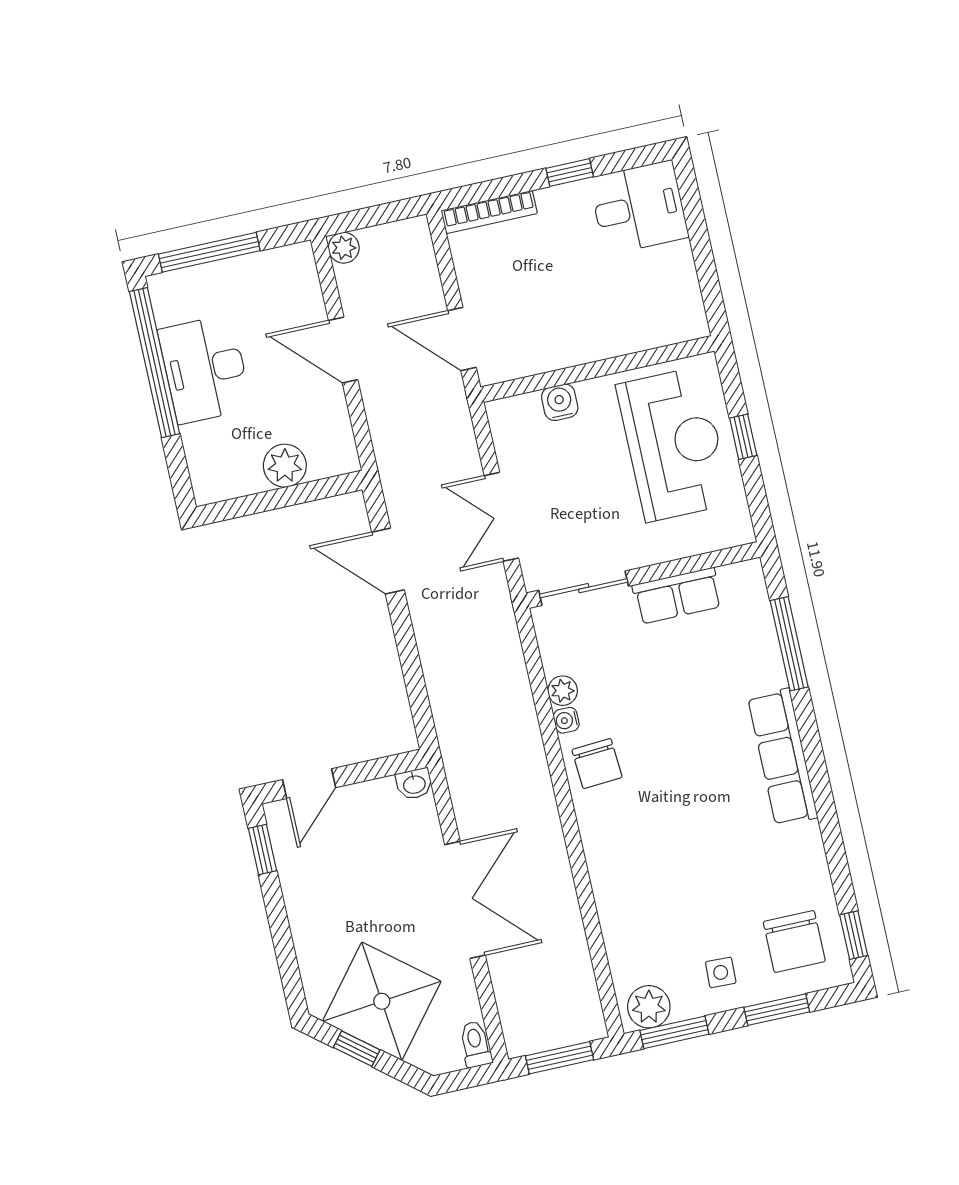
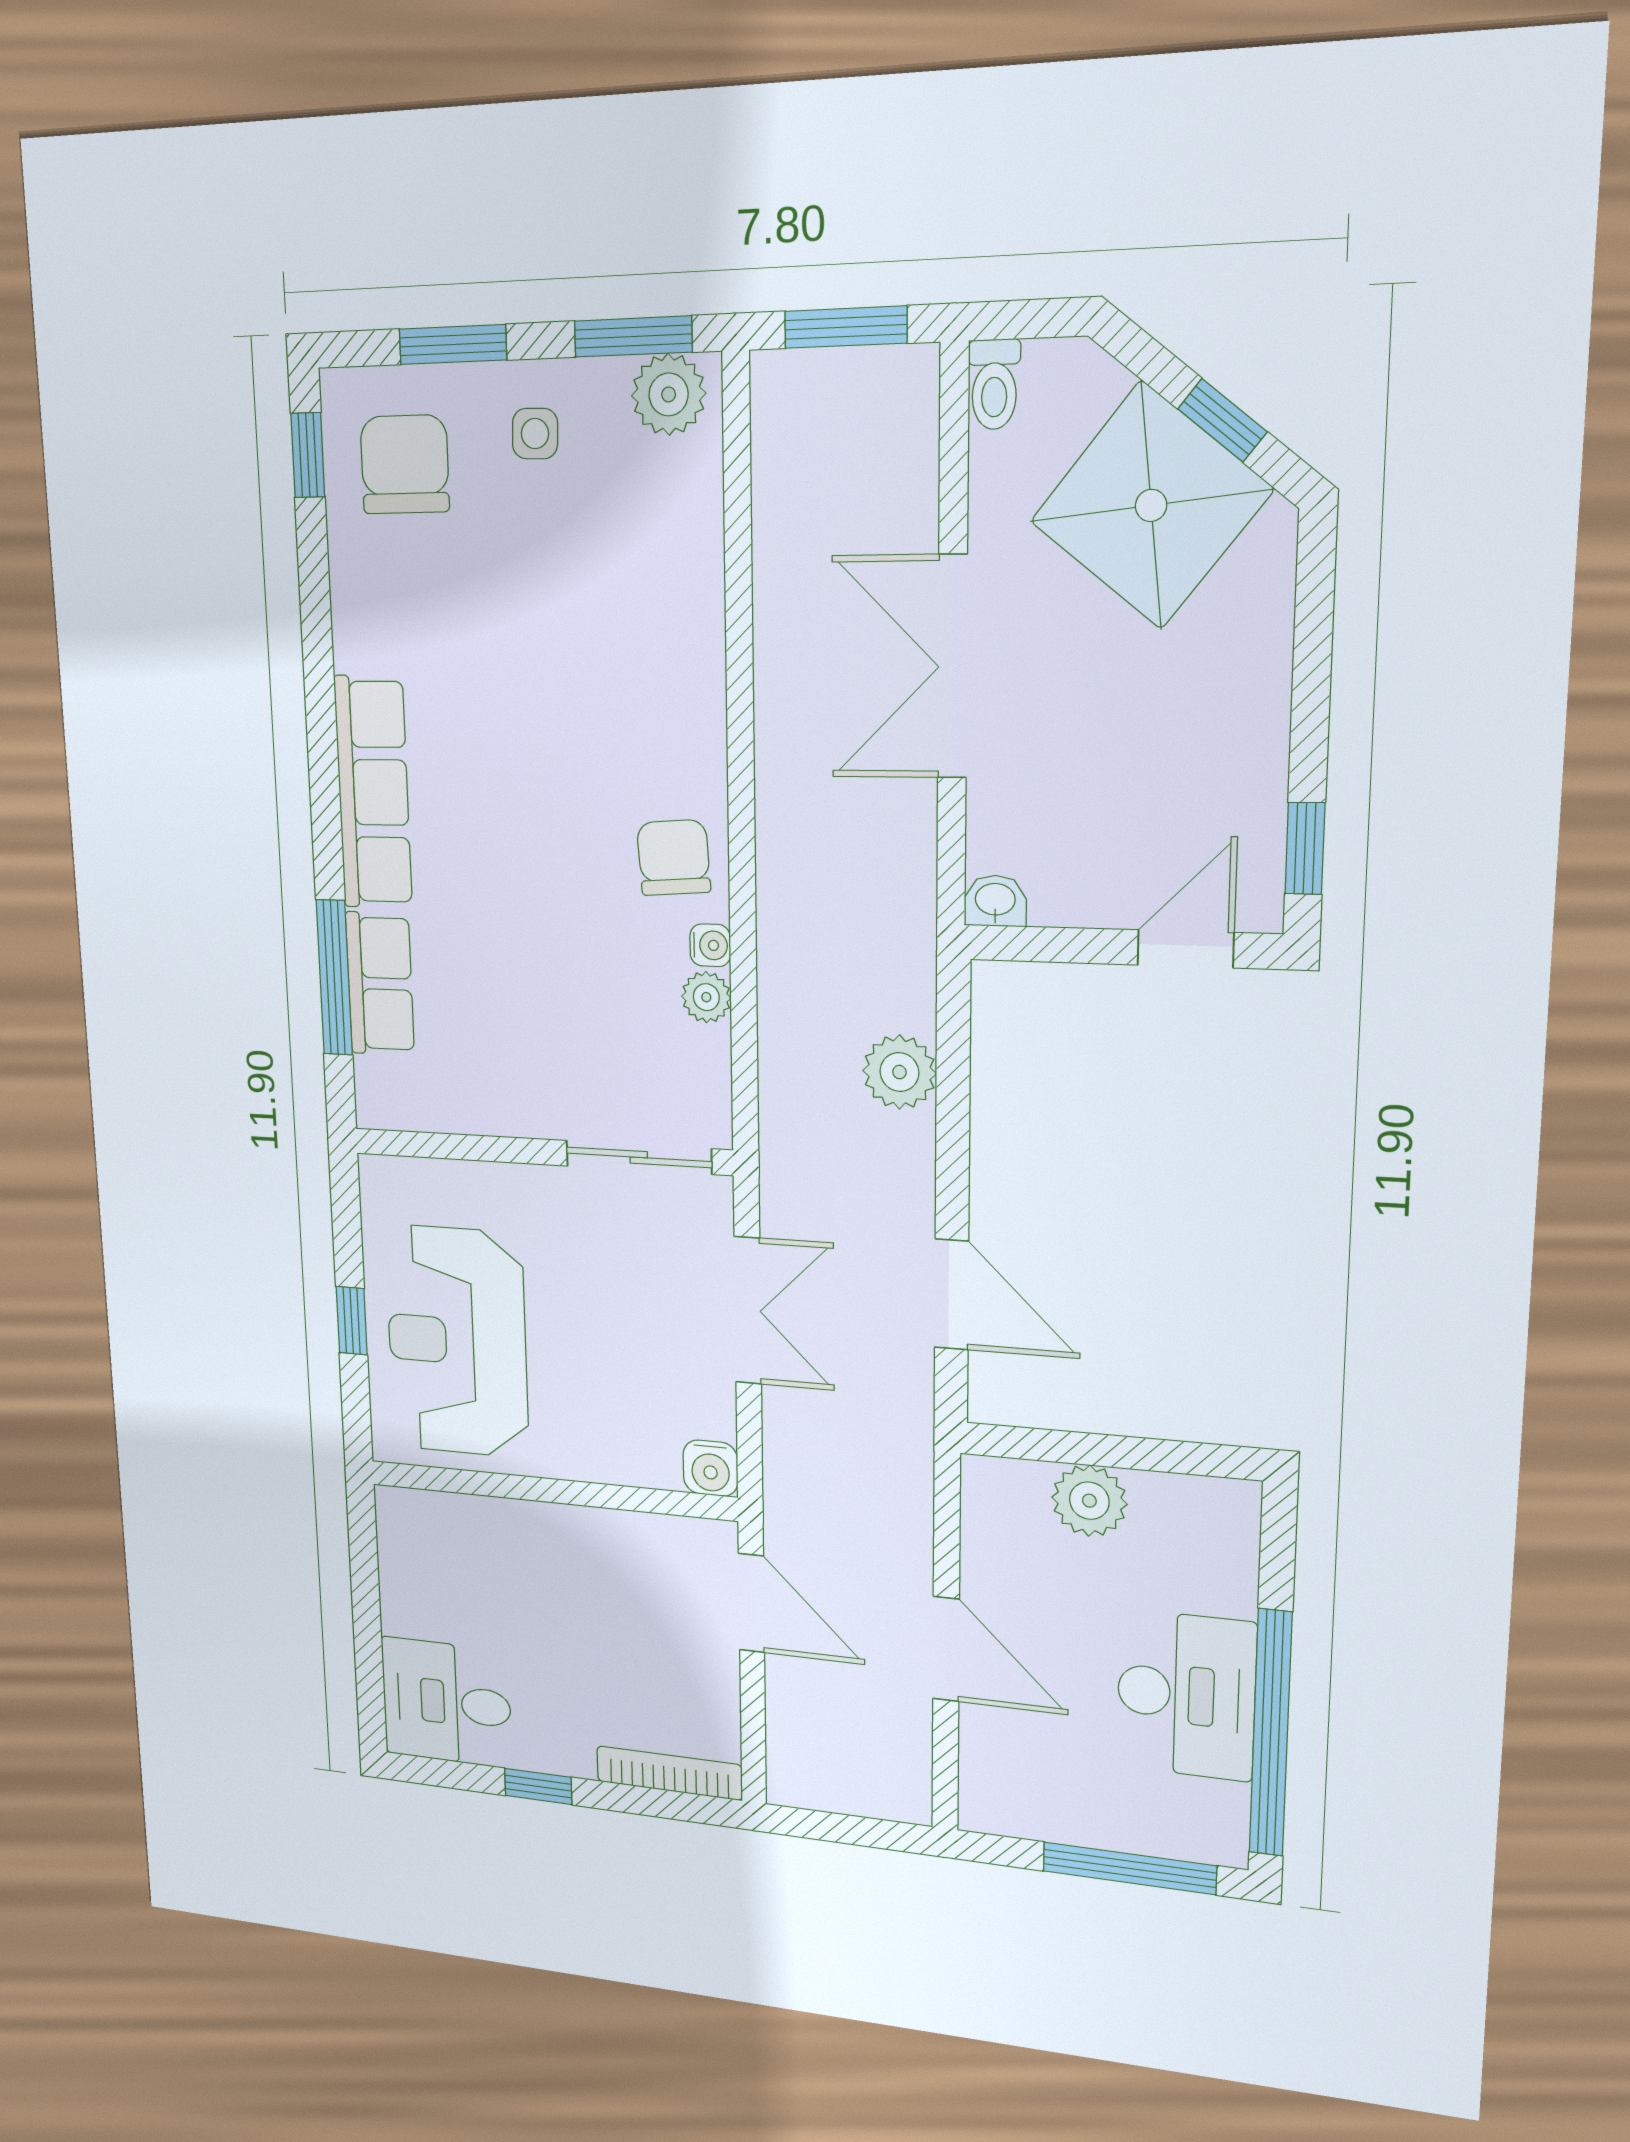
plant: (344, 248) -> (899, 1072), moved, width x1.38, depth x1.38
water cooler: (560, 402) -> (710, 1468), moved
row of seats: (677, 596) -> (380, 984), moved, turned 90

